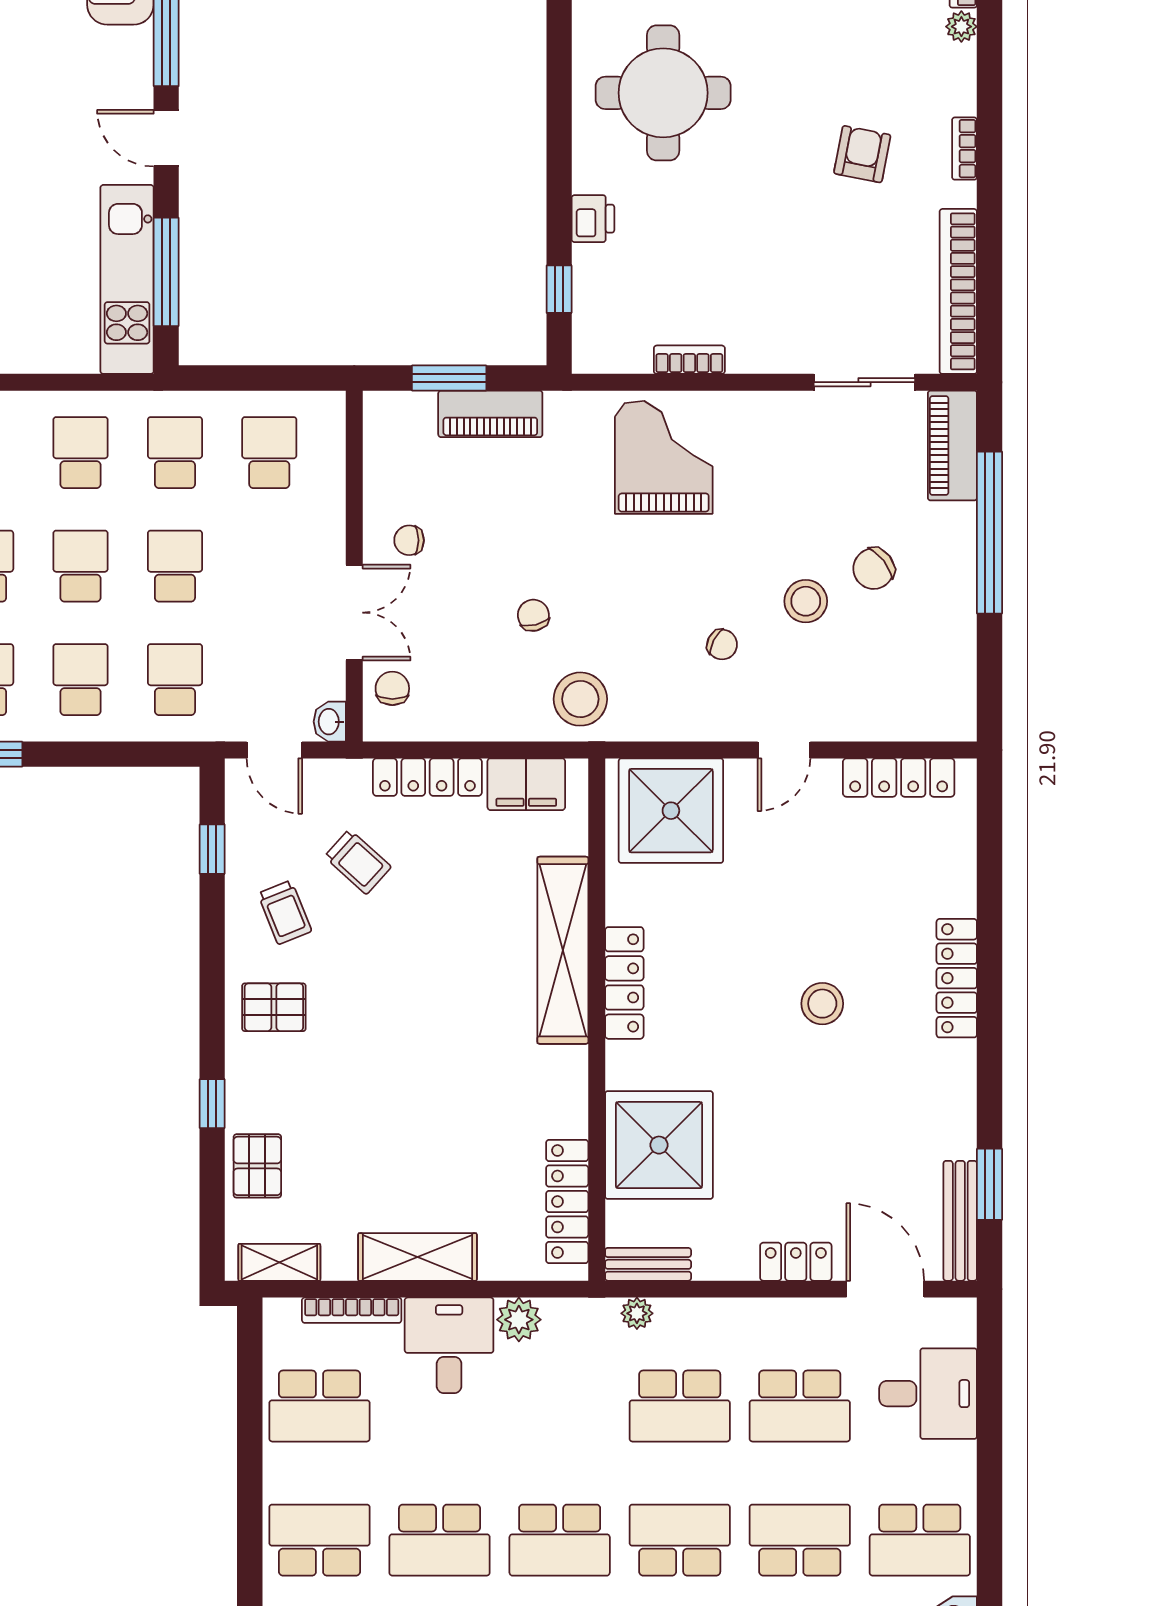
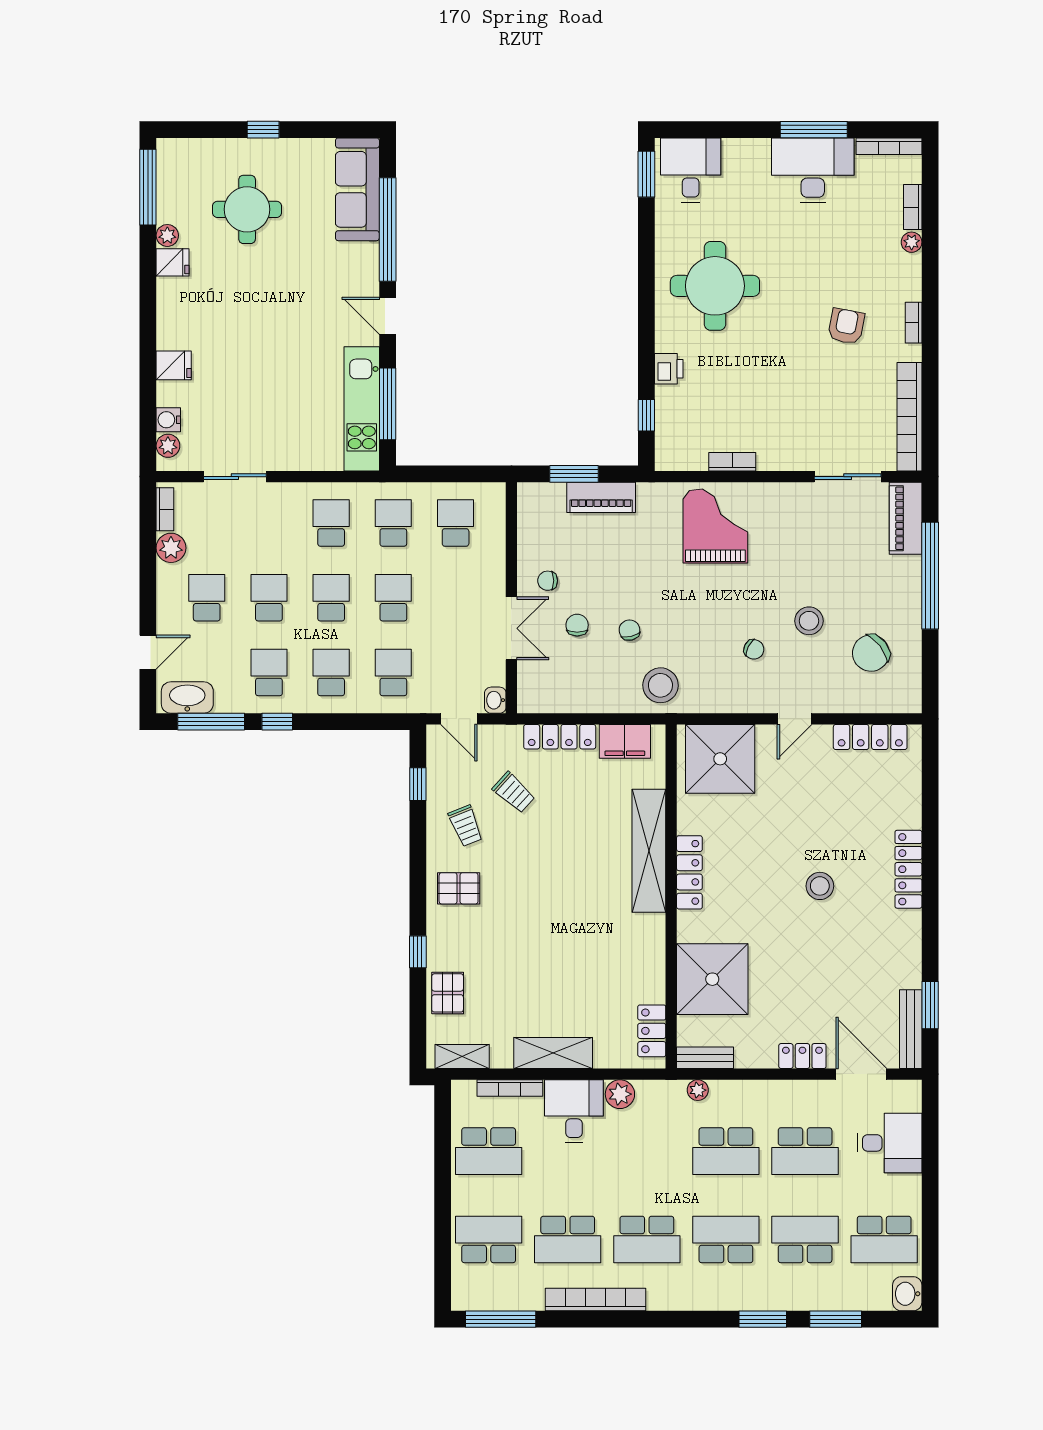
chair: (874, 569) -> (871, 653), moved, width x1.37, depth x1.37
chair: (392, 688) -> (577, 625), moved
locker: (567, 1201) -> (652, 1031), width x0.66

